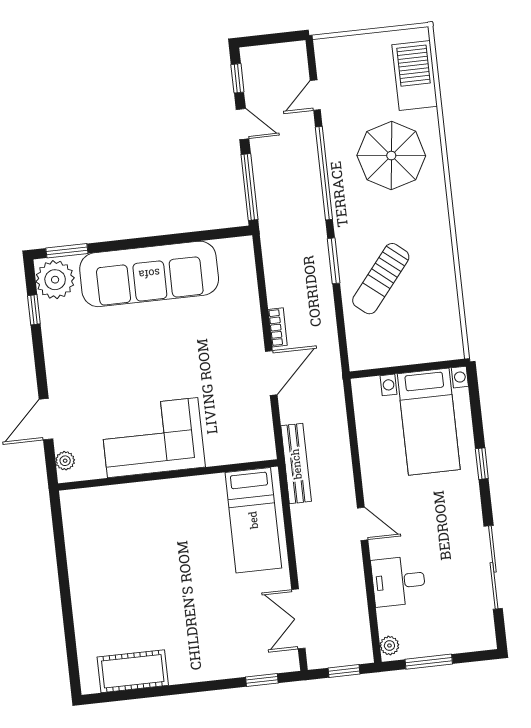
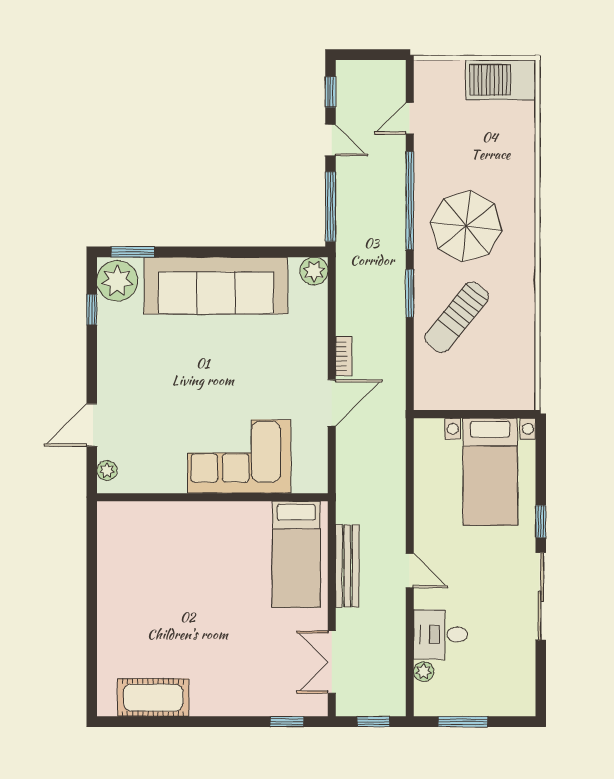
barbecue: (415, 75) -> (501, 80), moved, turned -90
parasol: (391, 156) -> (466, 226), moved
plant: (241, 250) -> (314, 271), added
corner sofa: (153, 438) -> (239, 456), moved
bench: (296, 464) -> (347, 566), moved
sliding door: (493, 567) -> (541, 596), moved
plant: (389, 646) -> (424, 672), moved

